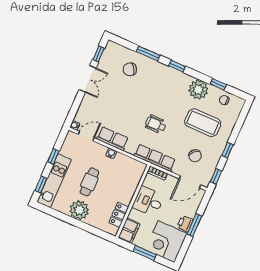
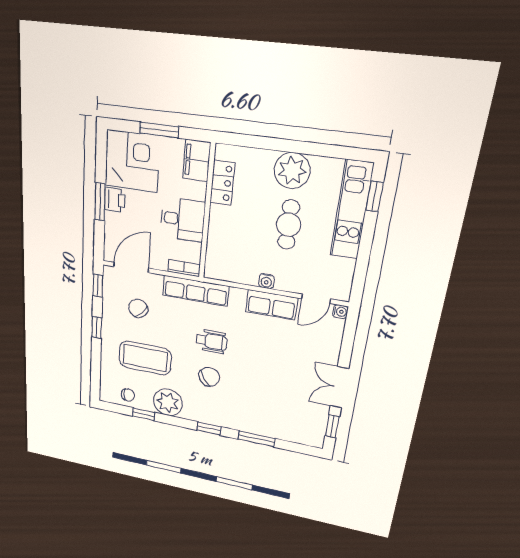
chair: (130, 69) -> (209, 377), moved
window: (53, 156) -> (364, 252), removed

